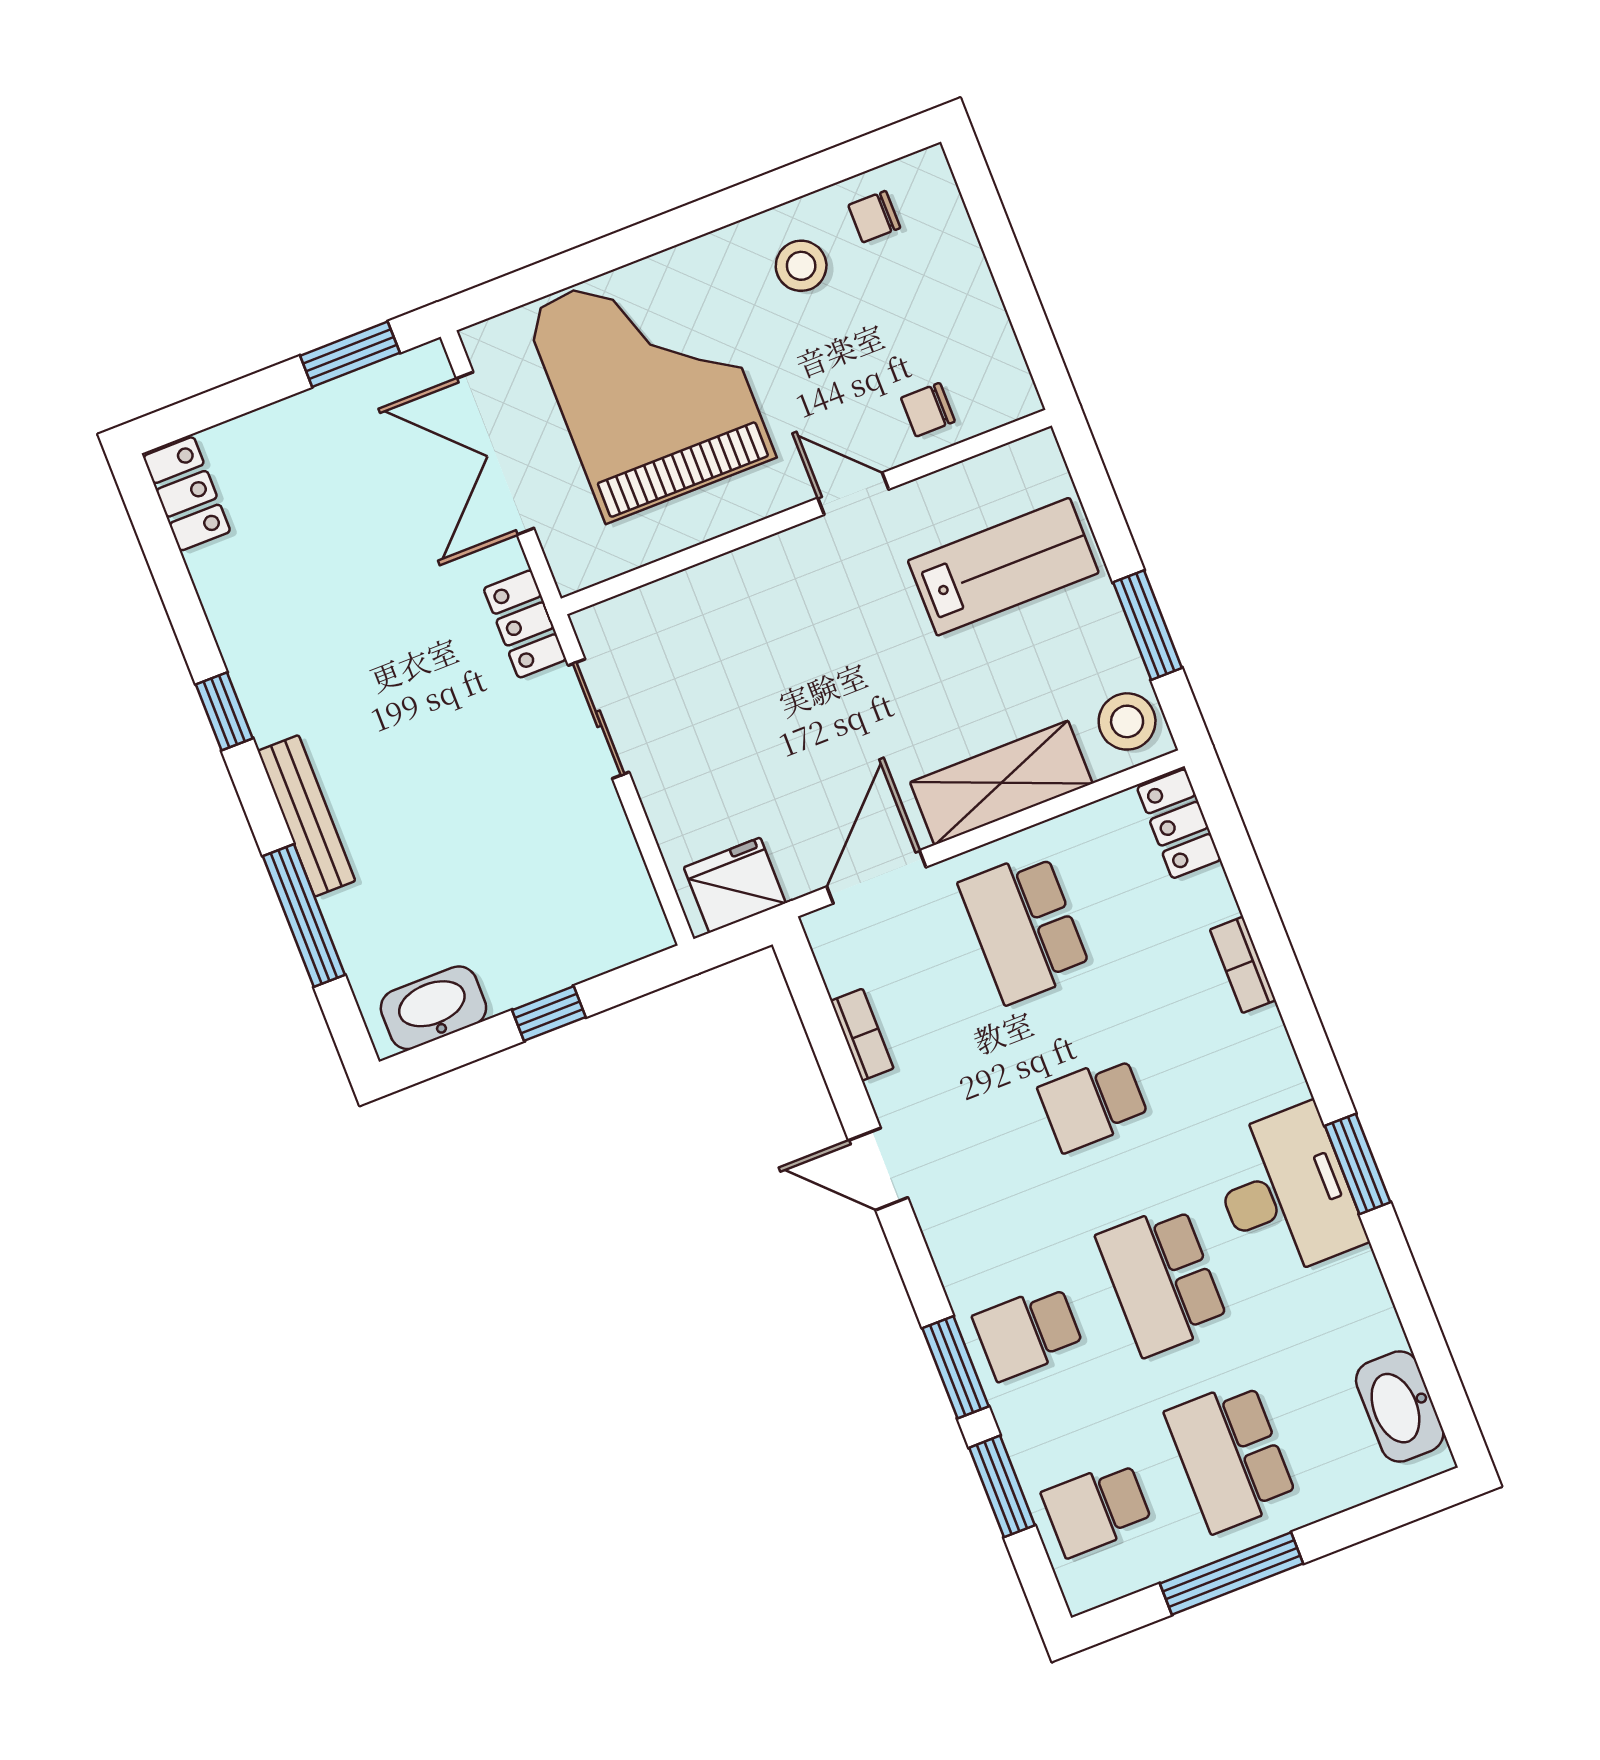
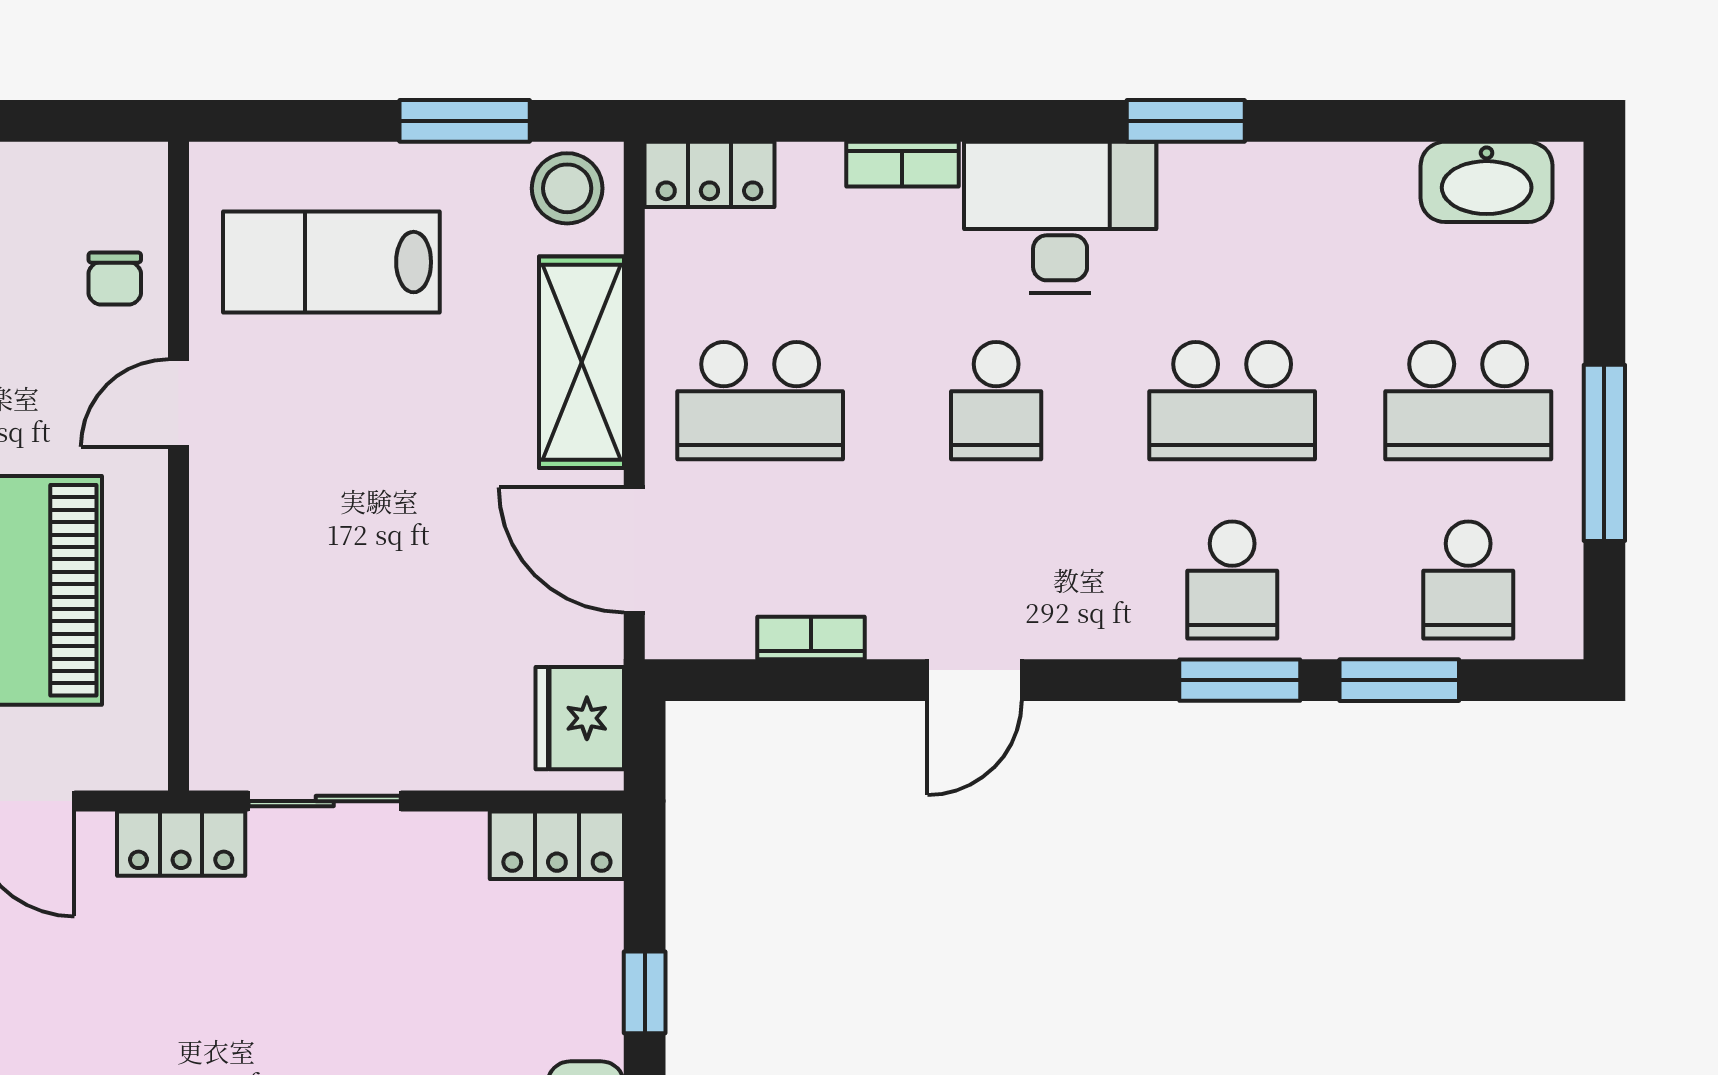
lab bench: (1003, 567) -> (331, 262), turned -90
locker: (633, 905) -> (557, 845), added
desk: (1286, 1192) -> (1060, 217), moved

